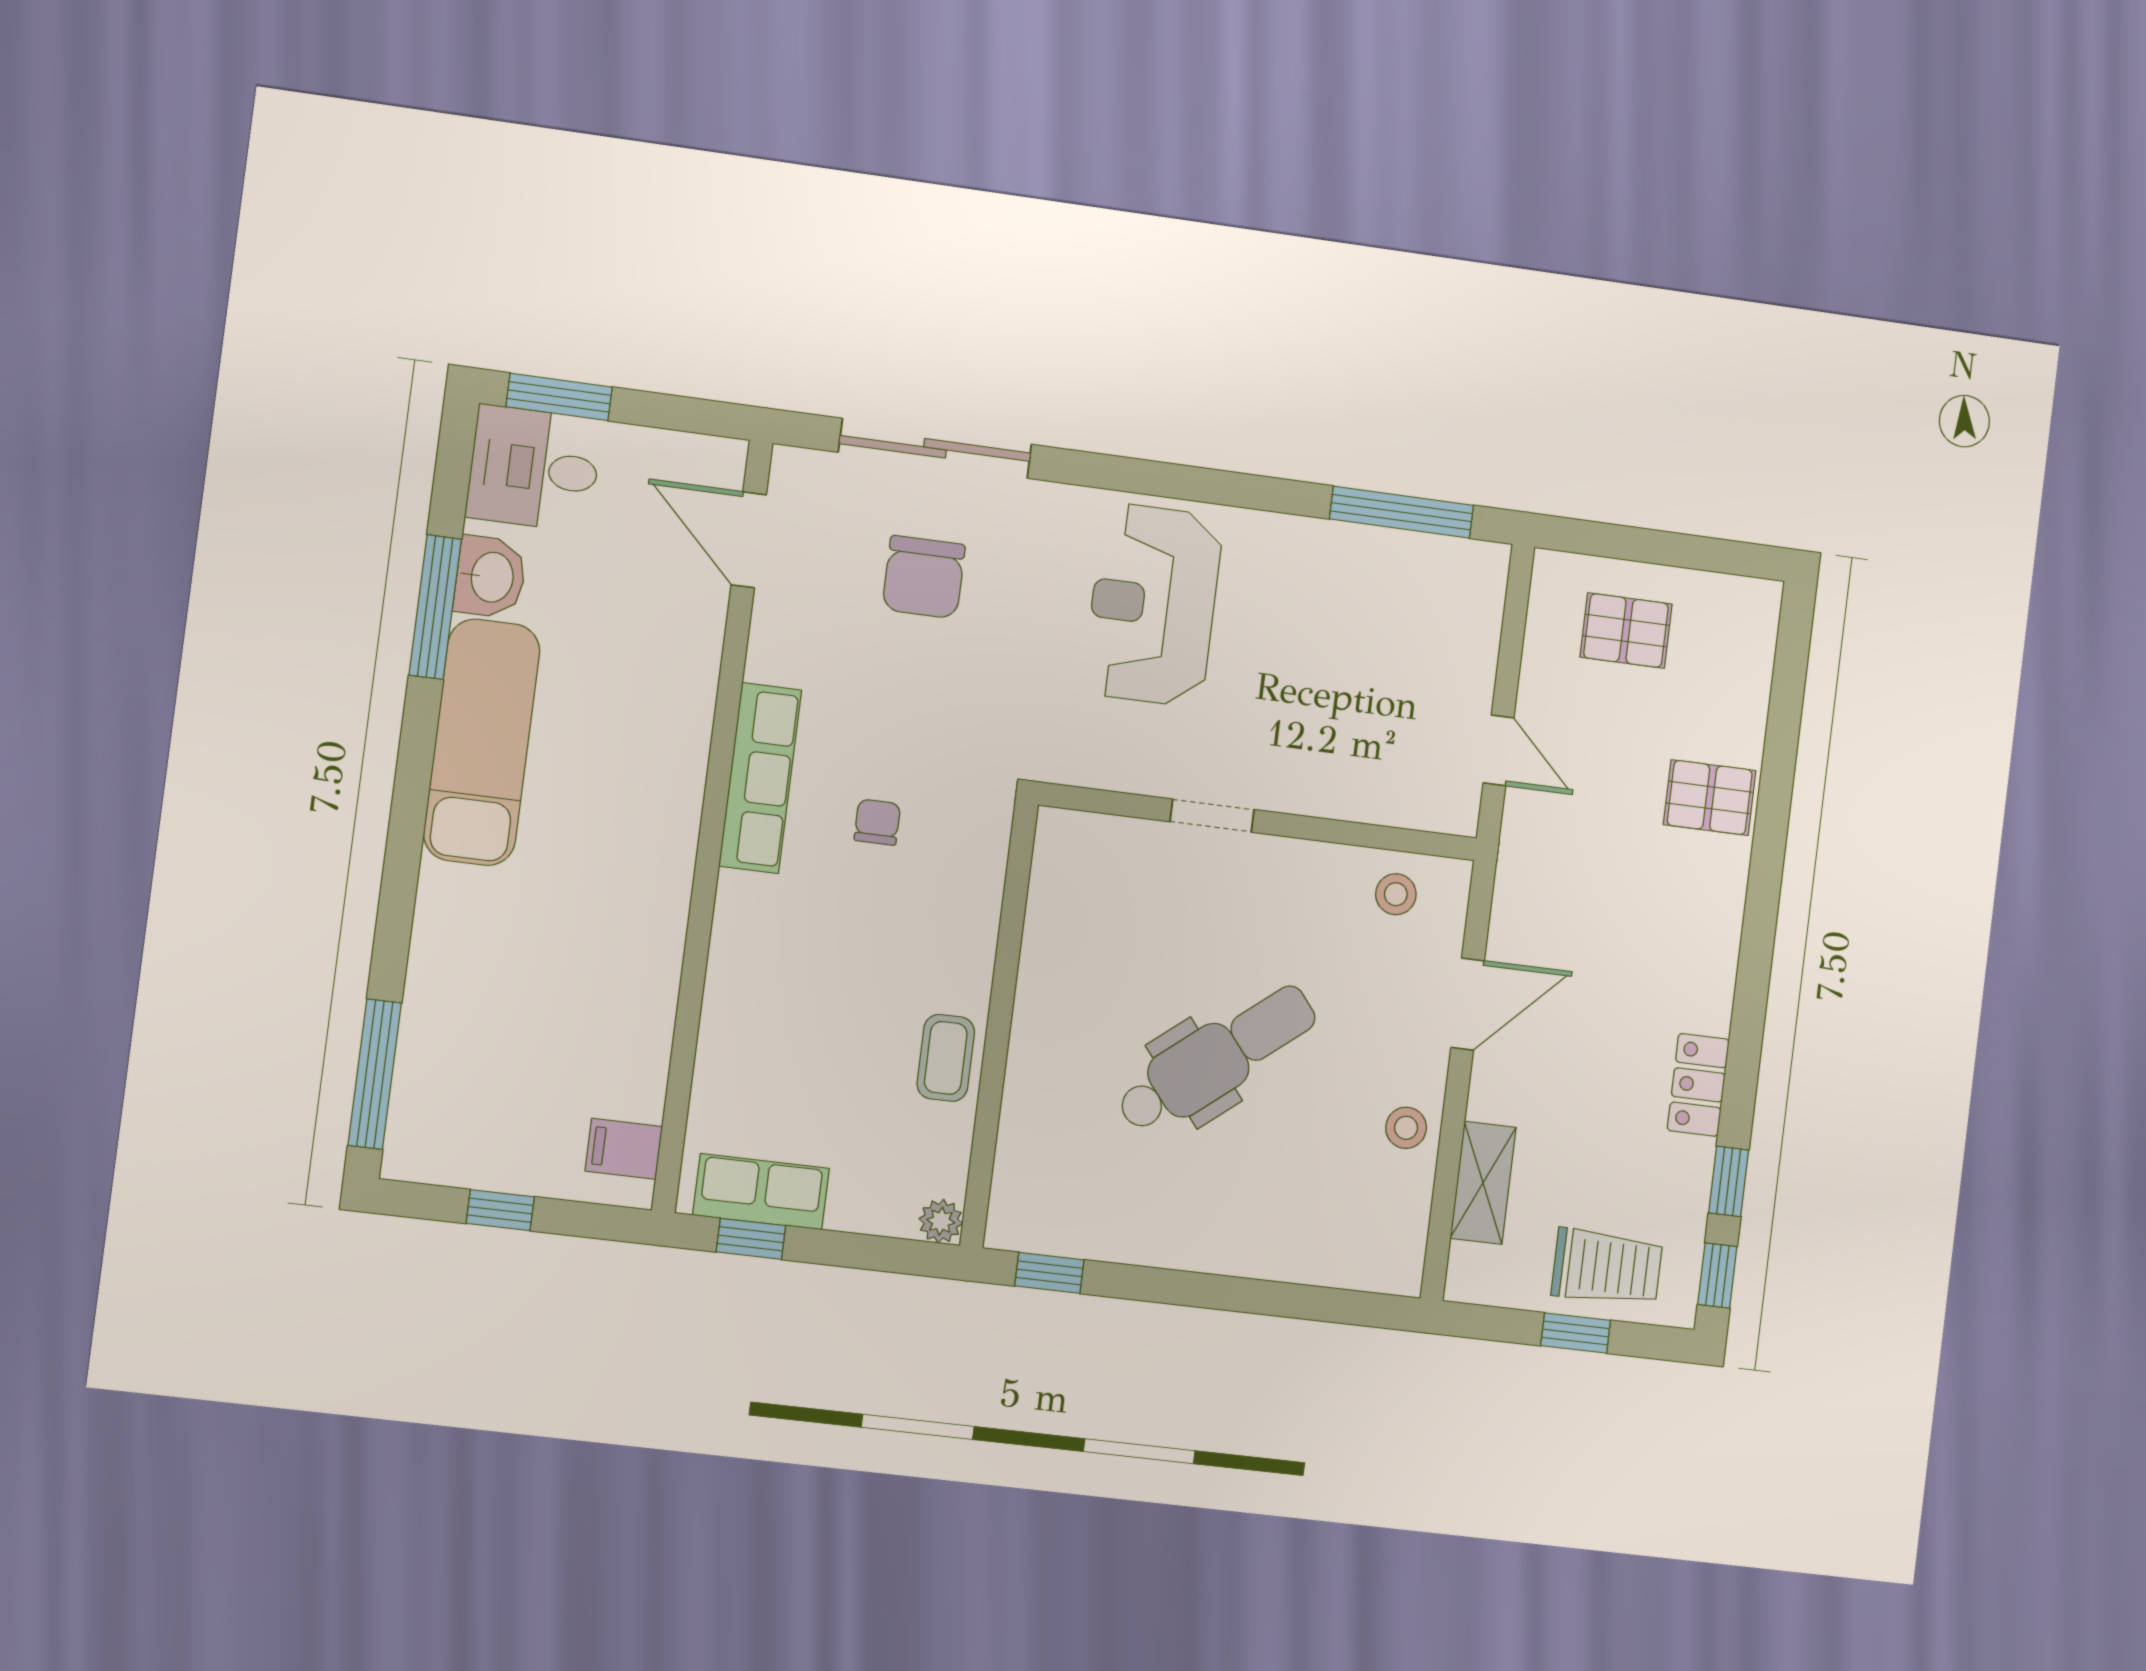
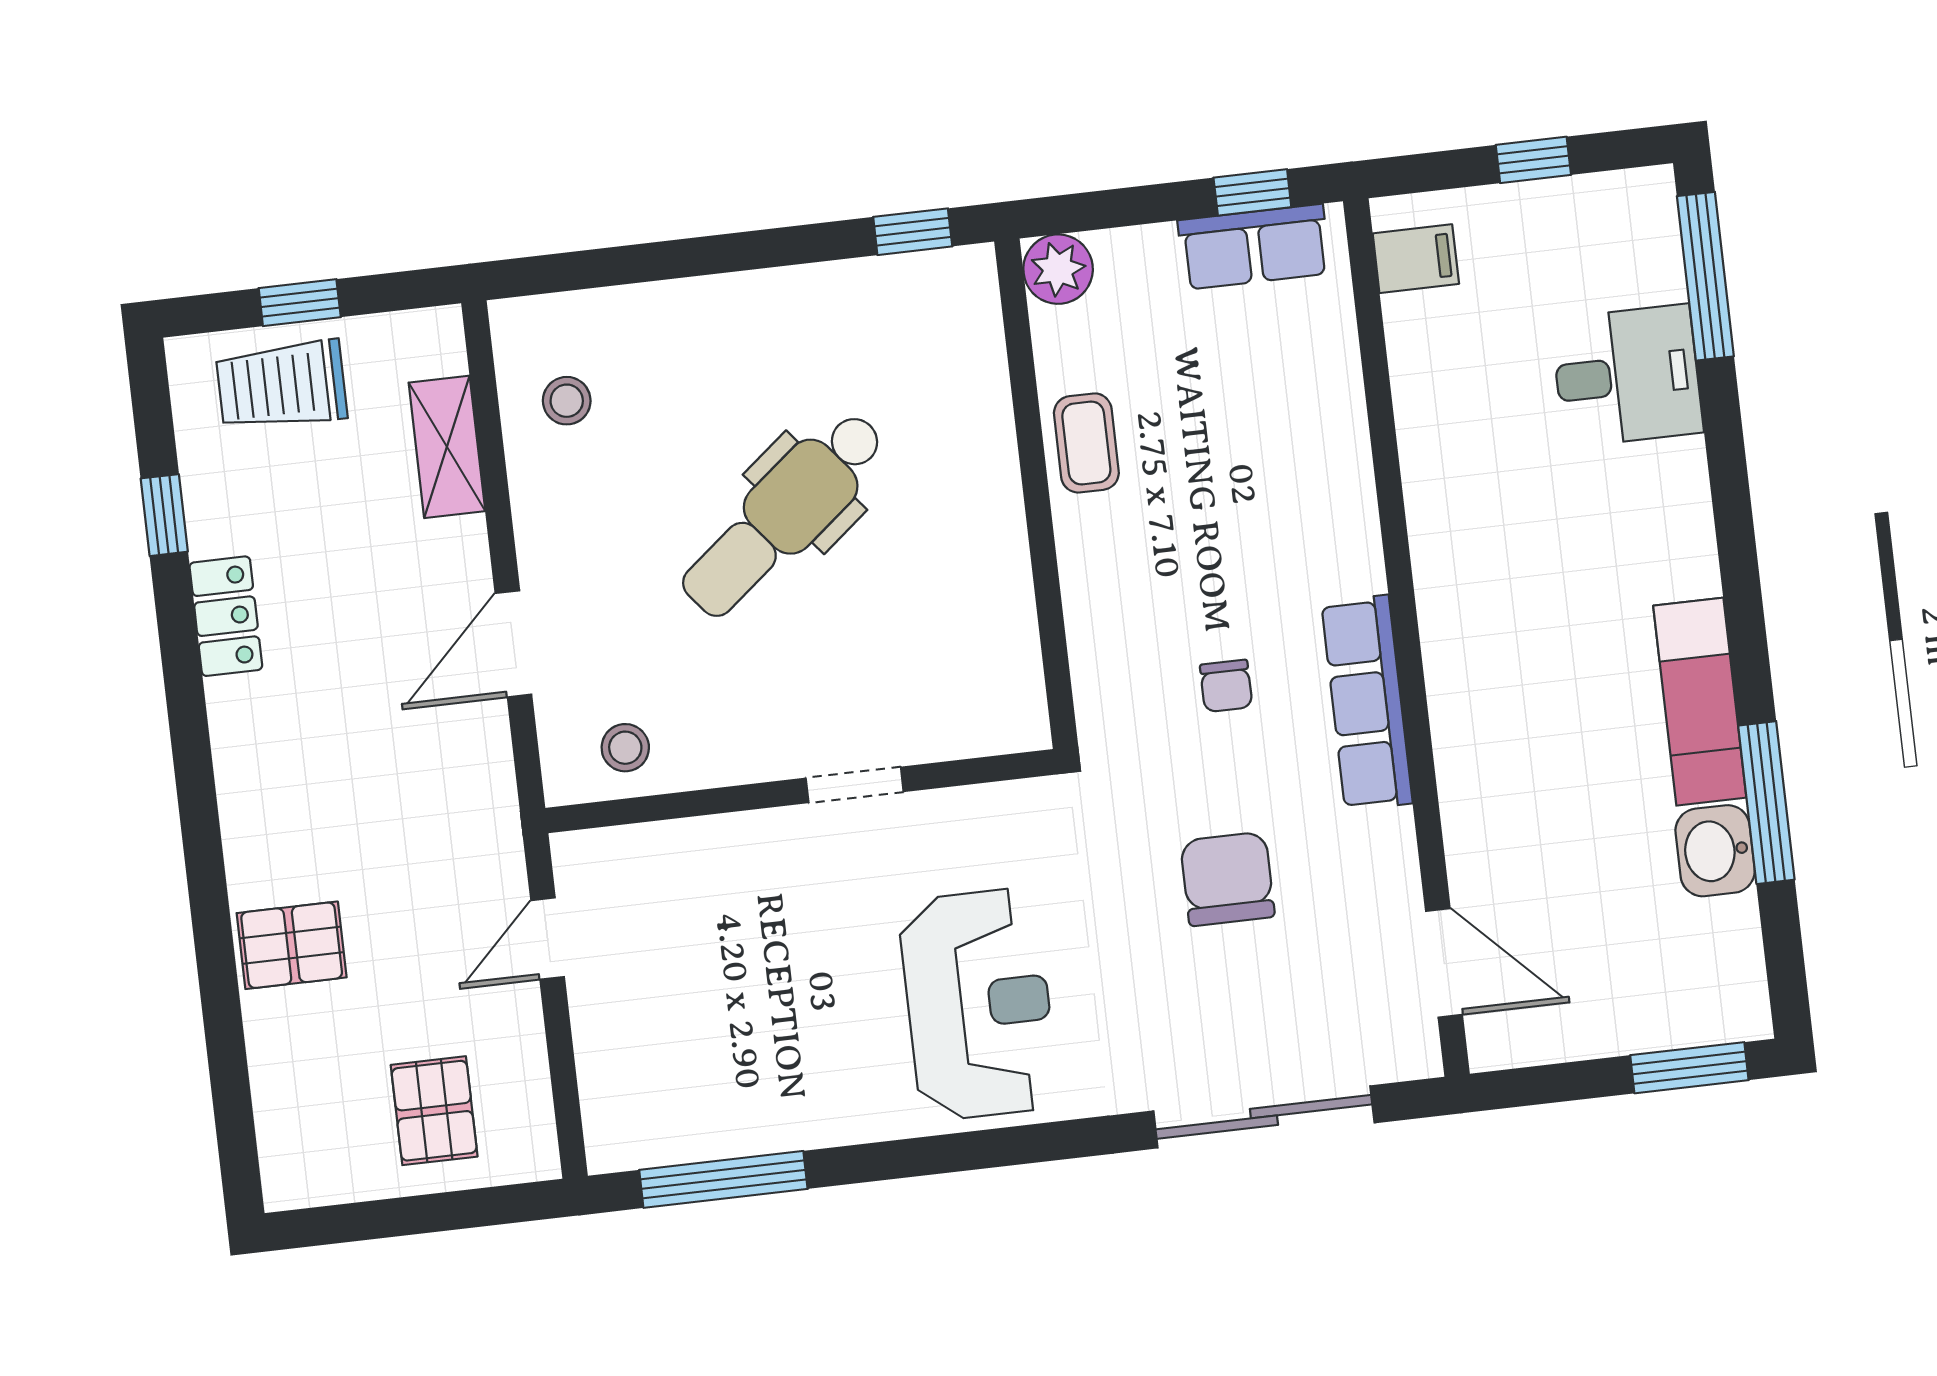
desk: (534, 468) -> (1627, 376), moved
chair: (924, 577) -> (1227, 879), moved
pallet: (1626, 631) -> (434, 1111), turned 90
exam couch: (482, 742) -> (1700, 702), width x0.73, depth x0.69
door: (1498, 750) -> (548, 939), hinge flipped
stool: (1406, 1128) -> (567, 401), moved
plant: (941, 1221) -> (1058, 269), width x1.38, depth x1.38
window: (1717, 1275) -> (152, 406), removed

